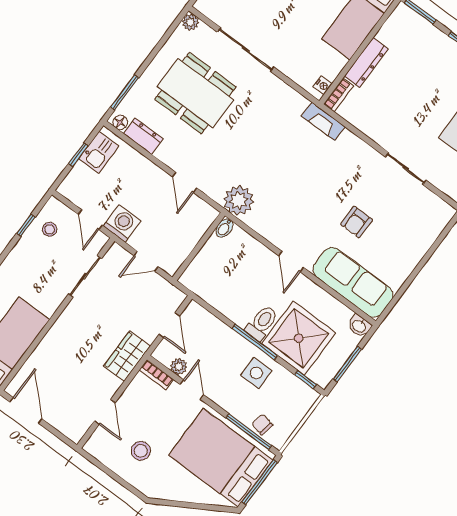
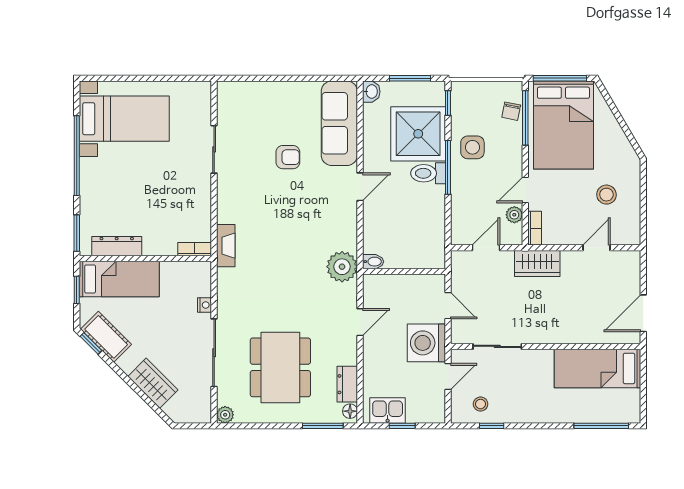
dresser: (366, 63) -> (117, 246), moved
nightstand: (323, 85) -> (205, 305), moved, turned 90
washing machine: (122, 223) -> (426, 343), width x1.37, depth x1.37

